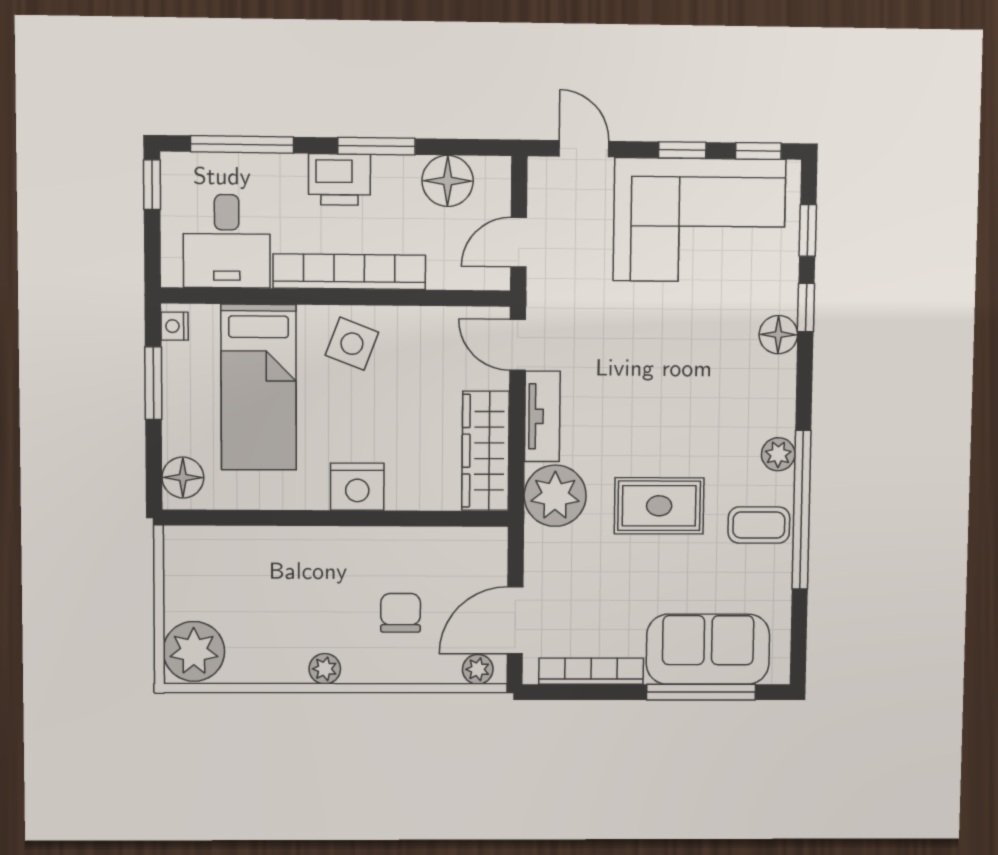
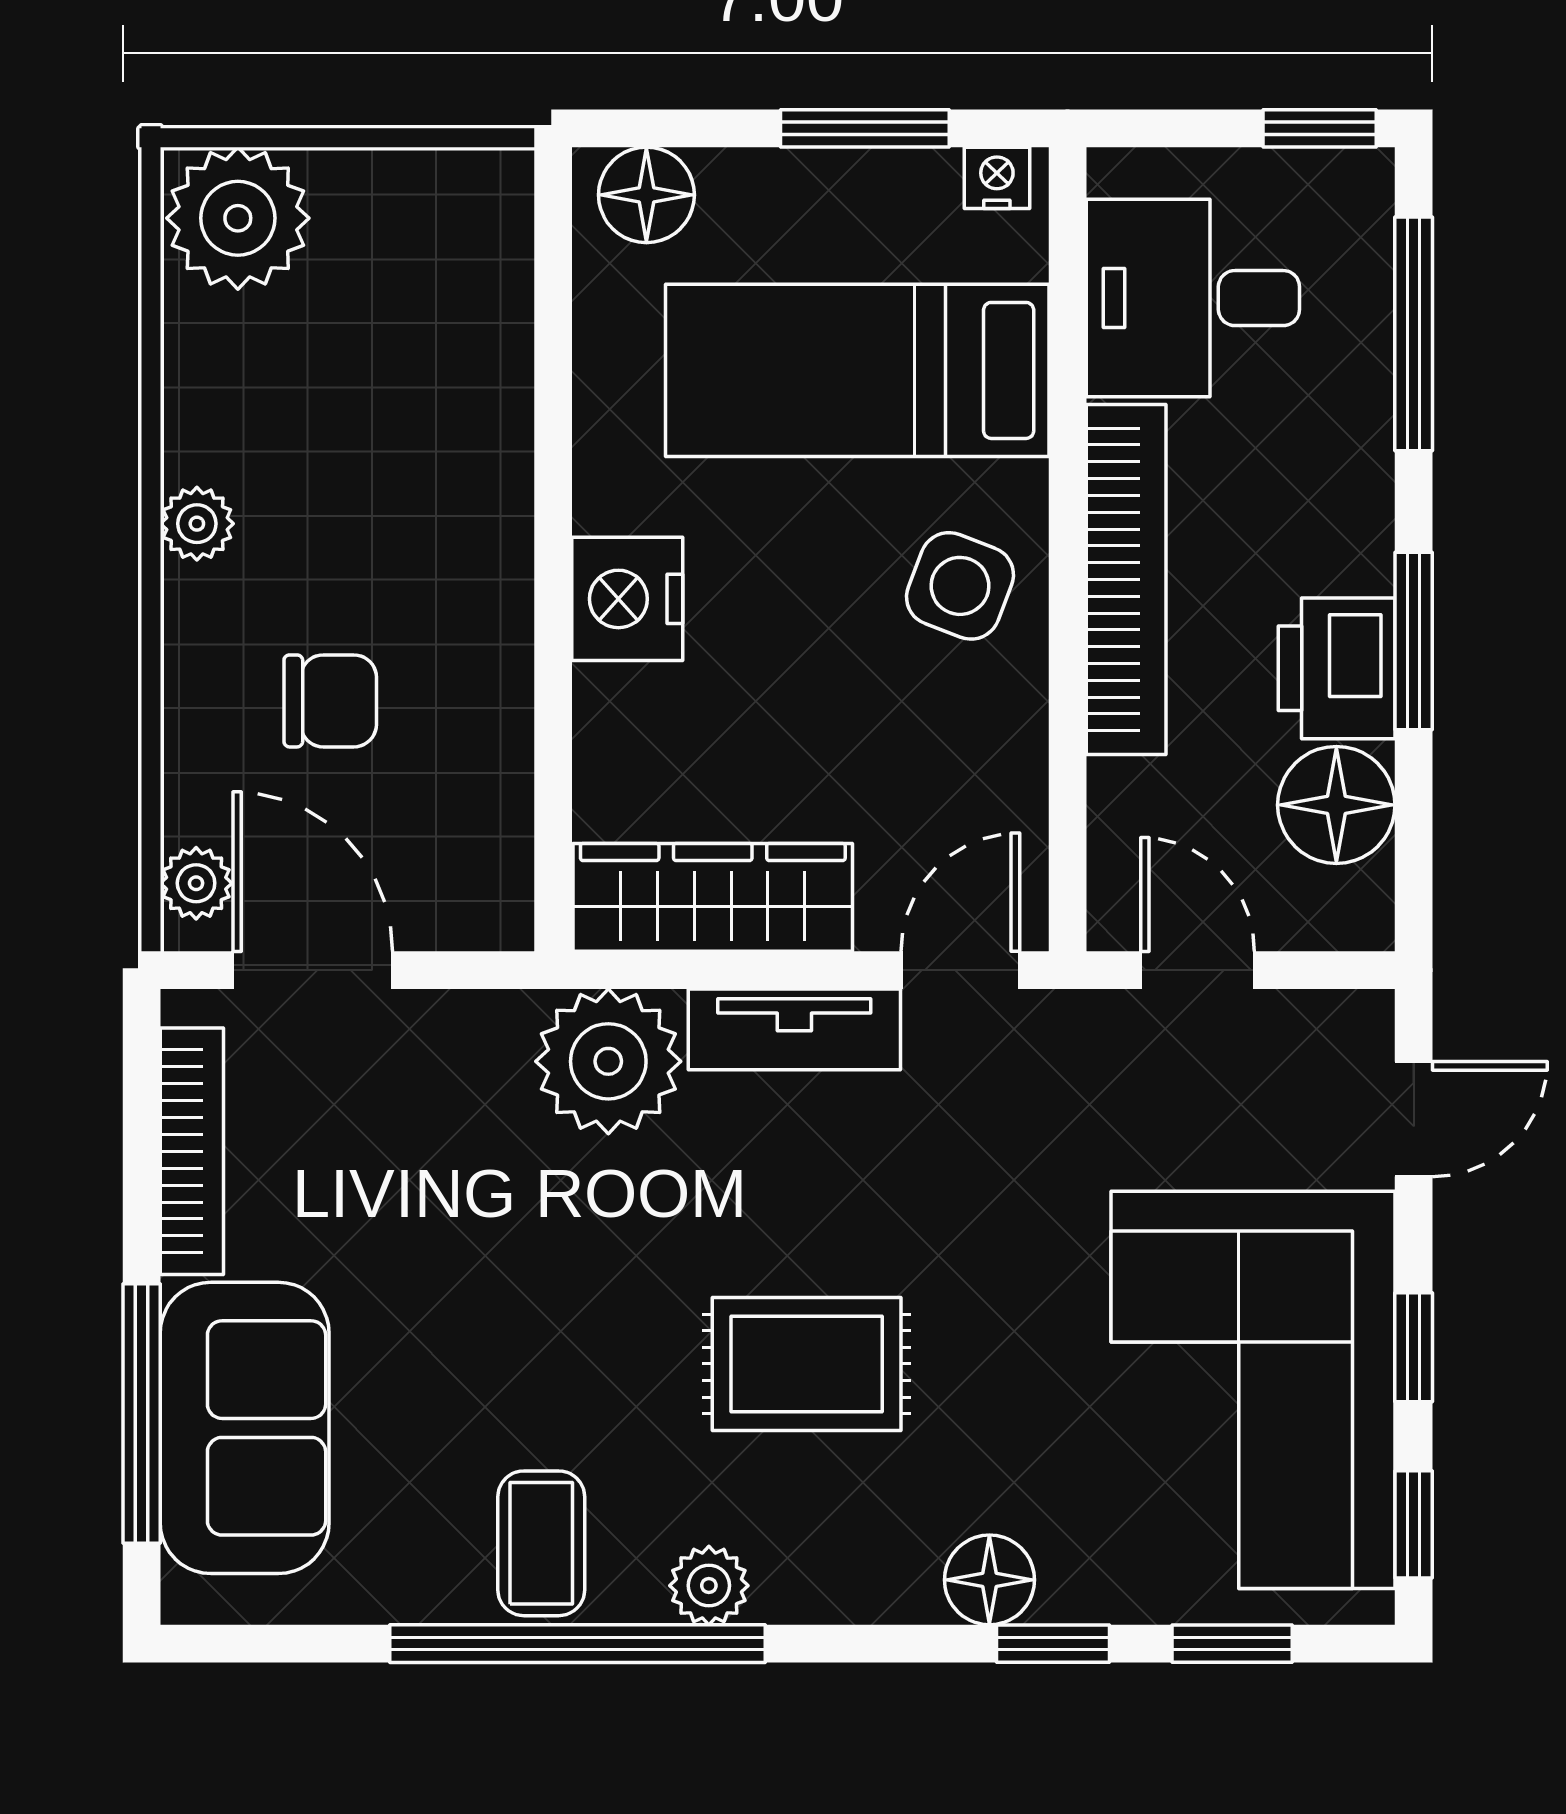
printer: (339, 179) -> (1337, 668), moved
rug: (659, 506) -> (807, 1364), moved, turned 90

